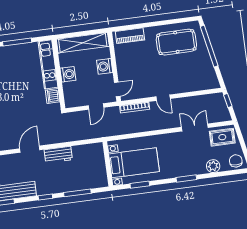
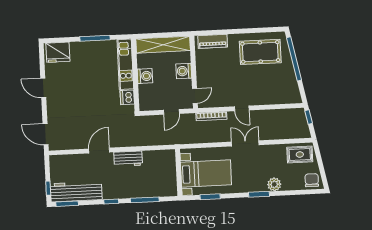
double door: (195, 127) -> (245, 143), moved
plant: (213, 166) -> (274, 184), moved

